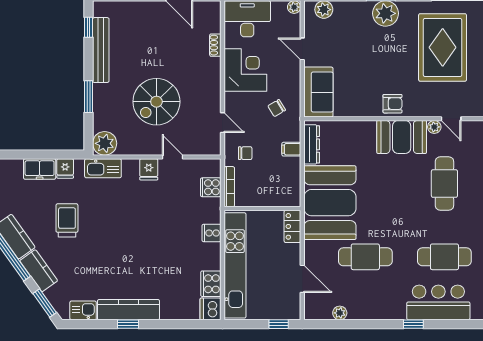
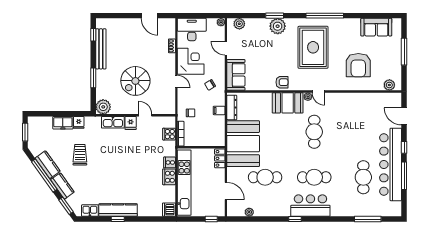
door: (222, 123) -> (176, 81), moved
kitchen sink: (103, 168) -> (113, 122), moved
cooker: (211, 284) -> (169, 177), moved

